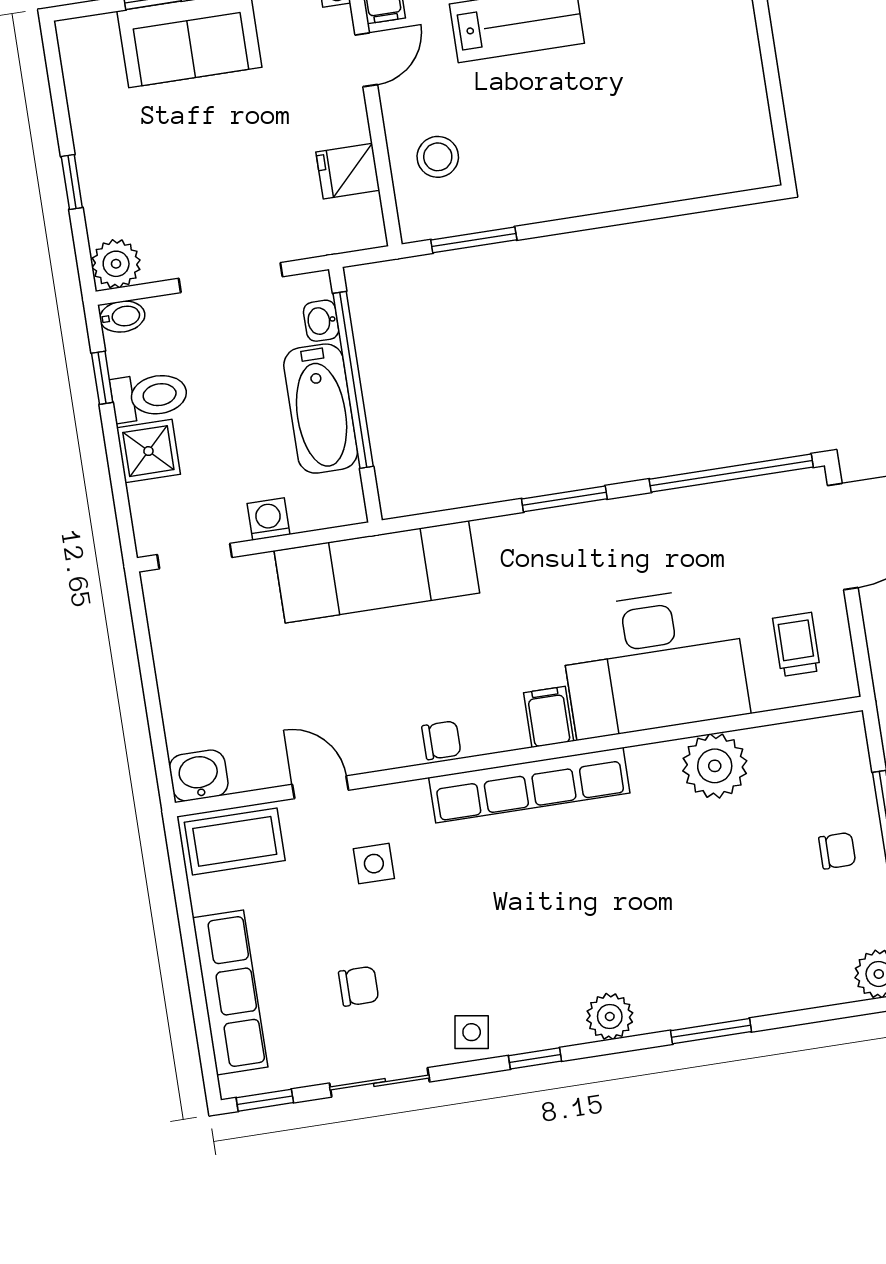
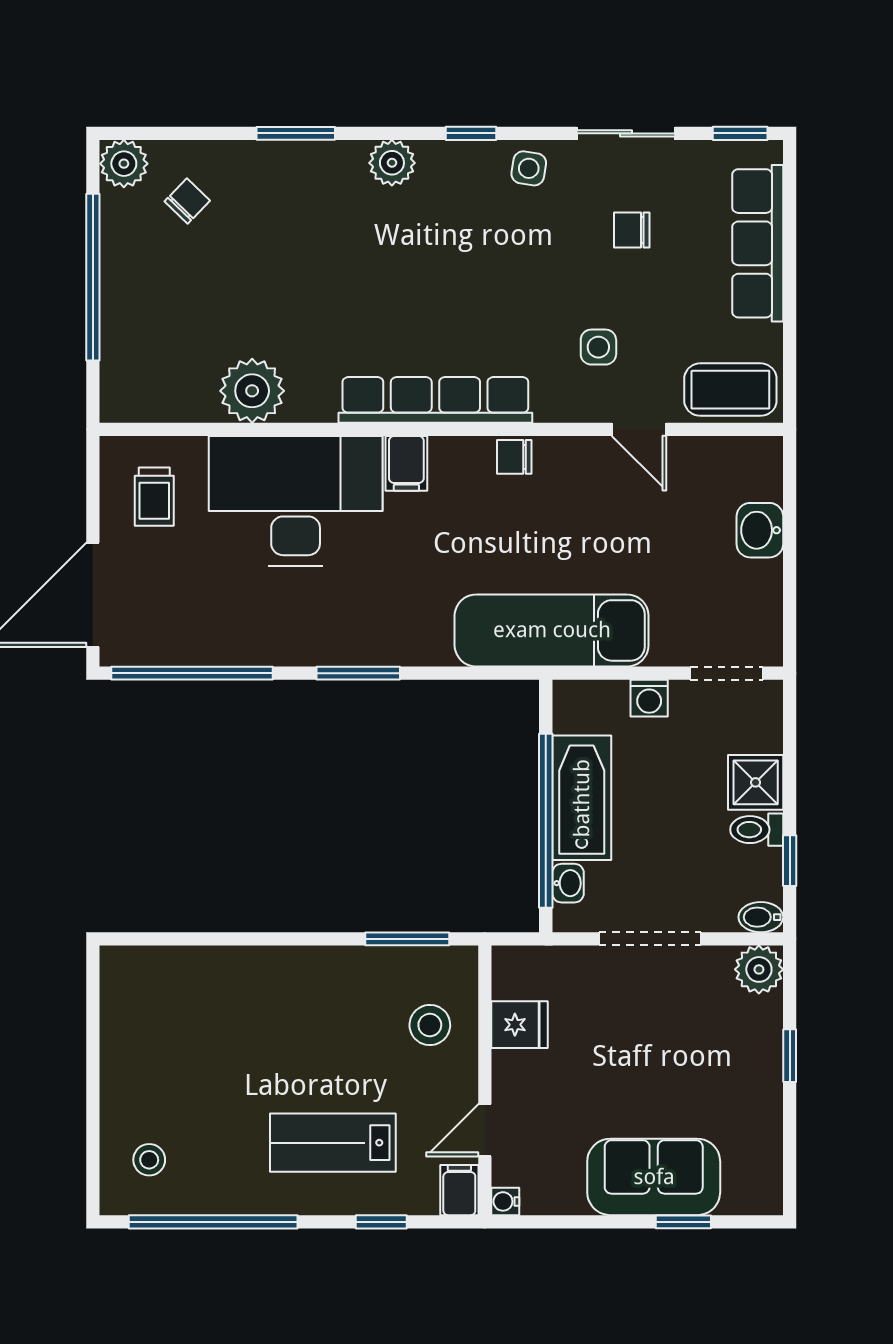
toilet: (149, 396) -> (757, 830), width x0.73, depth x0.72
washbasin: (199, 776) -> (760, 530), moved, turned 90
chair: (837, 851) -> (187, 201), moved, turned 134

